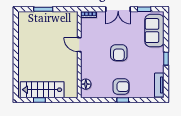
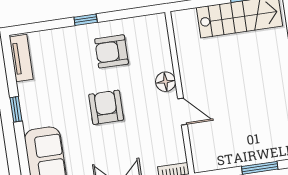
floor lamp: (86, 84) -> (166, 82), moved
armchair: (121, 87) -> (112, 51), moved

